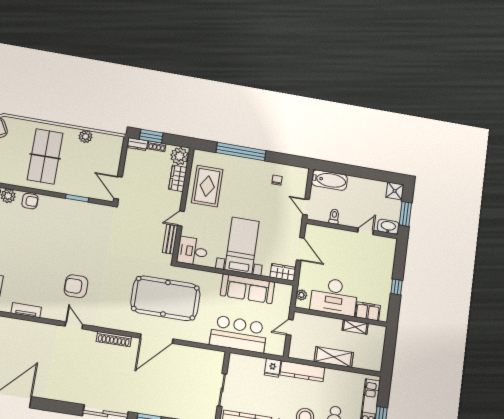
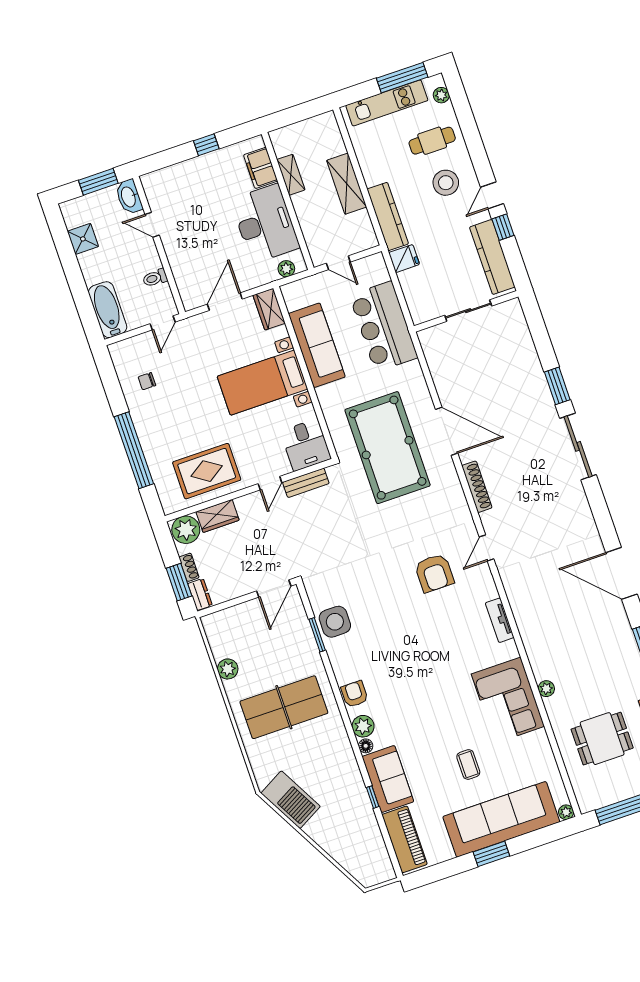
shower: (395, 191) -> (83, 239), moved
side table: (79, 212) -> (335, 622), added
door: (181, 218) -> (270, 483), hinge flipped

